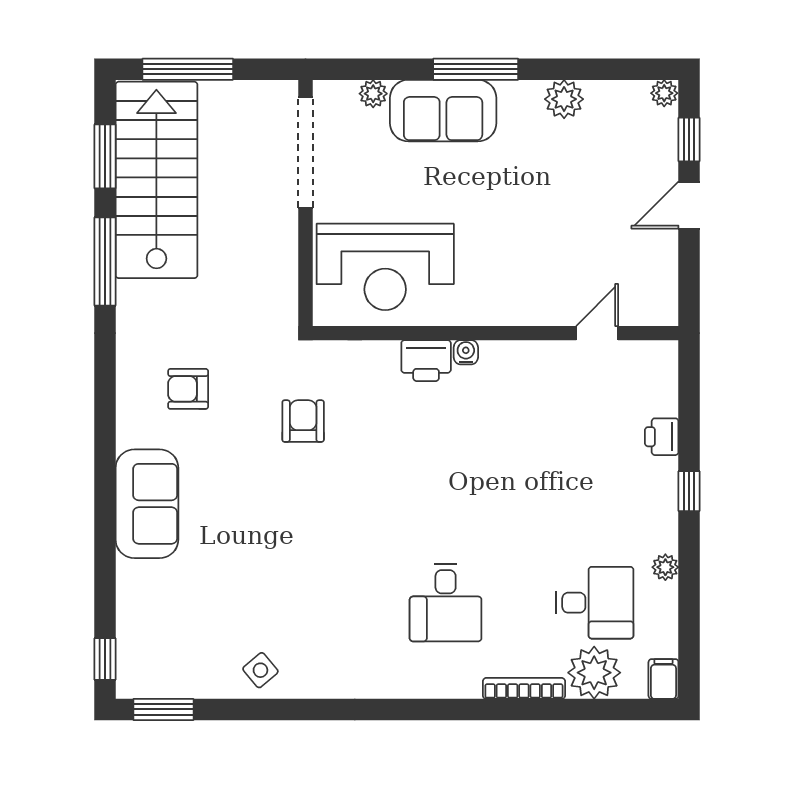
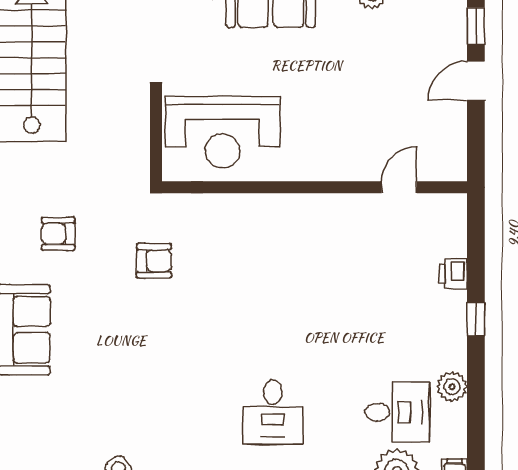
water cooler: (466, 352) -> (290, 203), removed
printer: (426, 361) -> (257, 210), removed
armchair: (303, 421) -> (154, 261), turned 90
plant: (665, 567) -> (452, 387), width x1.38, depth x1.38

